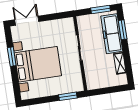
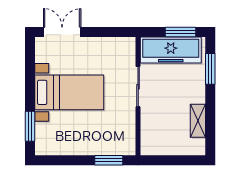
freezer: (112, 34) -> (171, 50), moved, turned -90
window: (12, 57) -> (30, 126), moved
bed with nightstands: (38, 64) -> (69, 92), width x0.73

